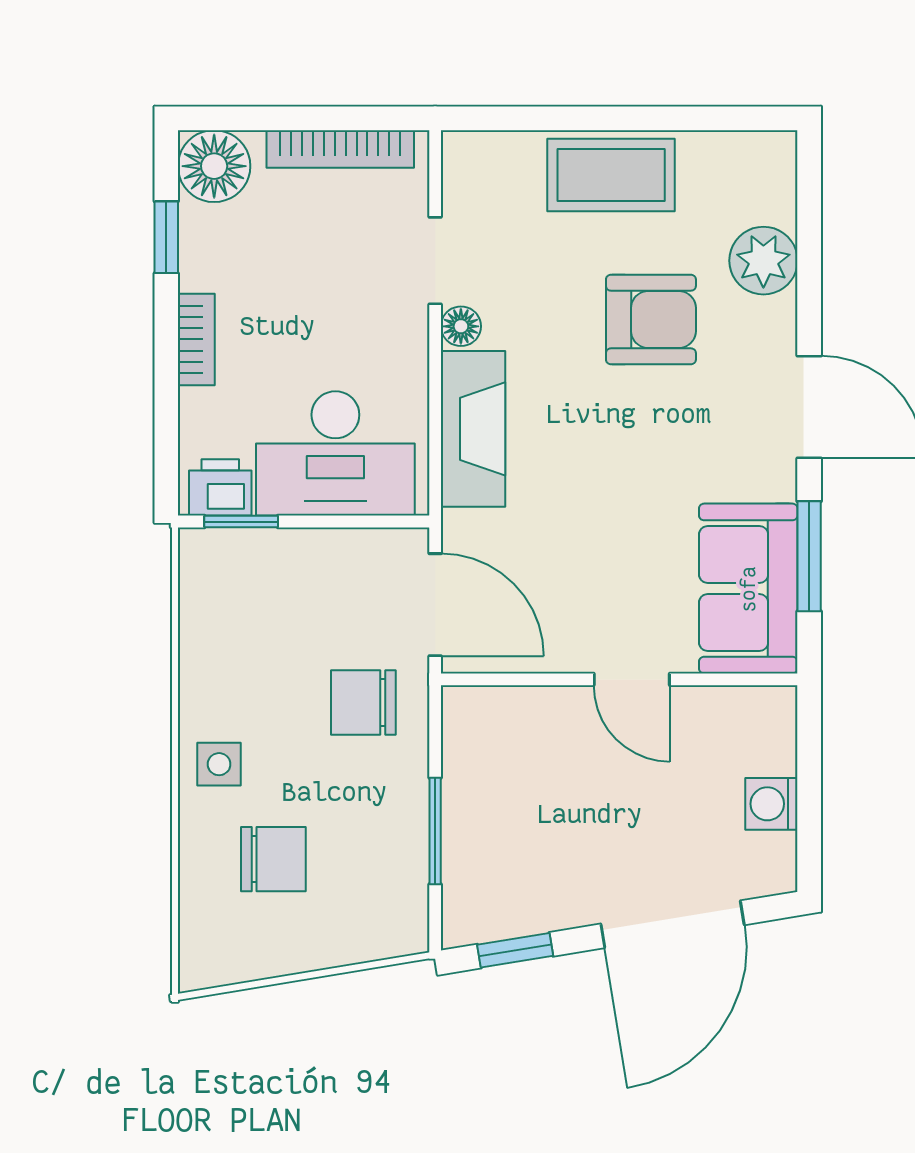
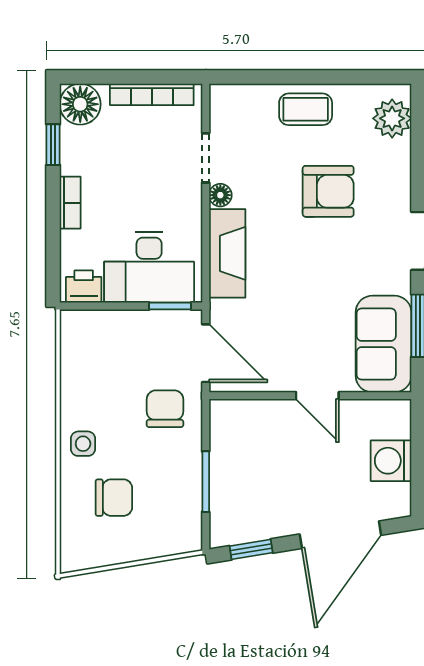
coffee table: (611, 175) -> (306, 109), width x0.73, depth x0.77
plant: (763, 261) -> (392, 118), moved
window: (241, 522) -> (170, 306), moved
chair: (363, 702) -> (165, 409), turned 90
washing machine: (771, 804) -> (391, 461), width x1.38, depth x1.38

